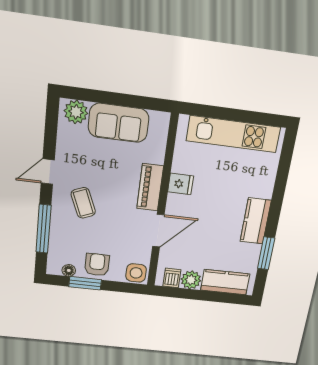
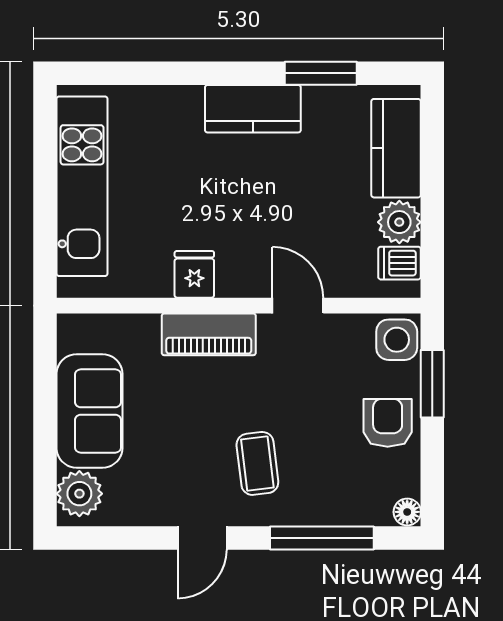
door: (48, 172) -> (202, 538), hinge flipped
coffee table: (83, 203) -> (257, 463), turned -75
door: (158, 231) -> (298, 306), width x0.73
armchair: (97, 265) -> (388, 423), turned 90
floor lamp: (69, 270) -> (407, 512), moved
window: (85, 283) -> (432, 384), moved

